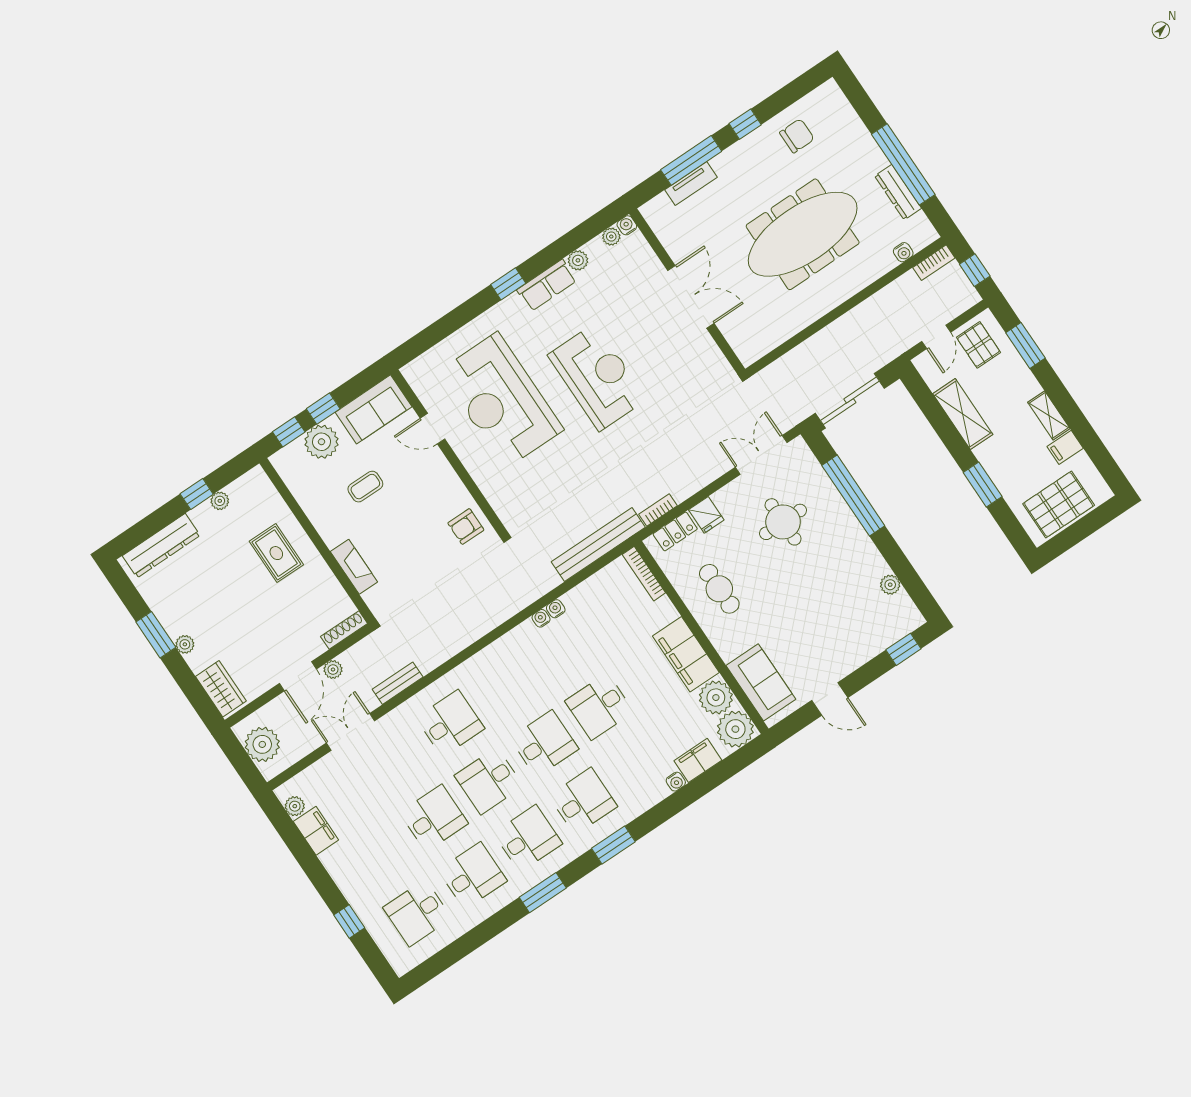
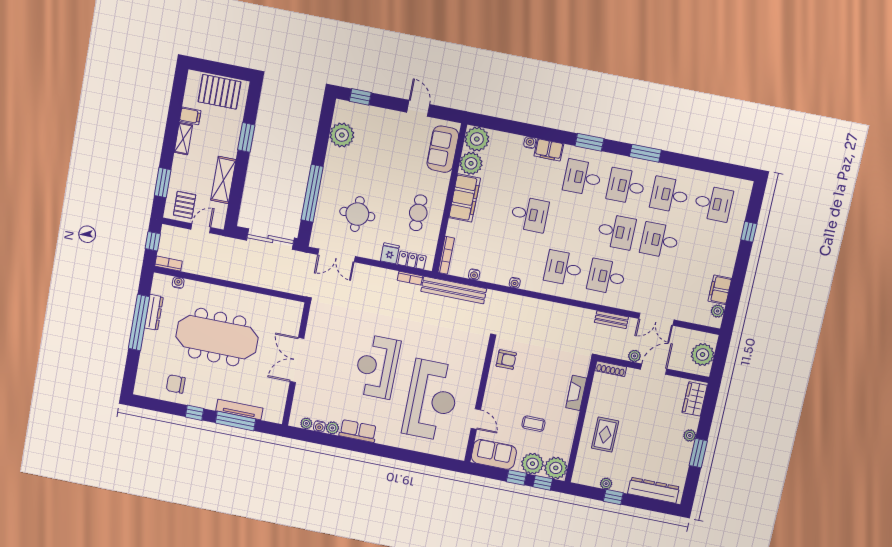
tv unit: (691, 184) -> (239, 409), width x1.41
water cooler: (627, 225) -> (319, 426), moved
window: (508, 284) -> (375, 449), removed
plant: (292, 463) -> (556, 468), added
plant: (890, 585) -> (342, 135), width x1.87, depth x1.87
water cooler: (556, 609) -> (474, 274), moved
desk: (544, 744) -> (563, 268), moved
filing cabinet: (698, 760) -> (549, 150), moved

